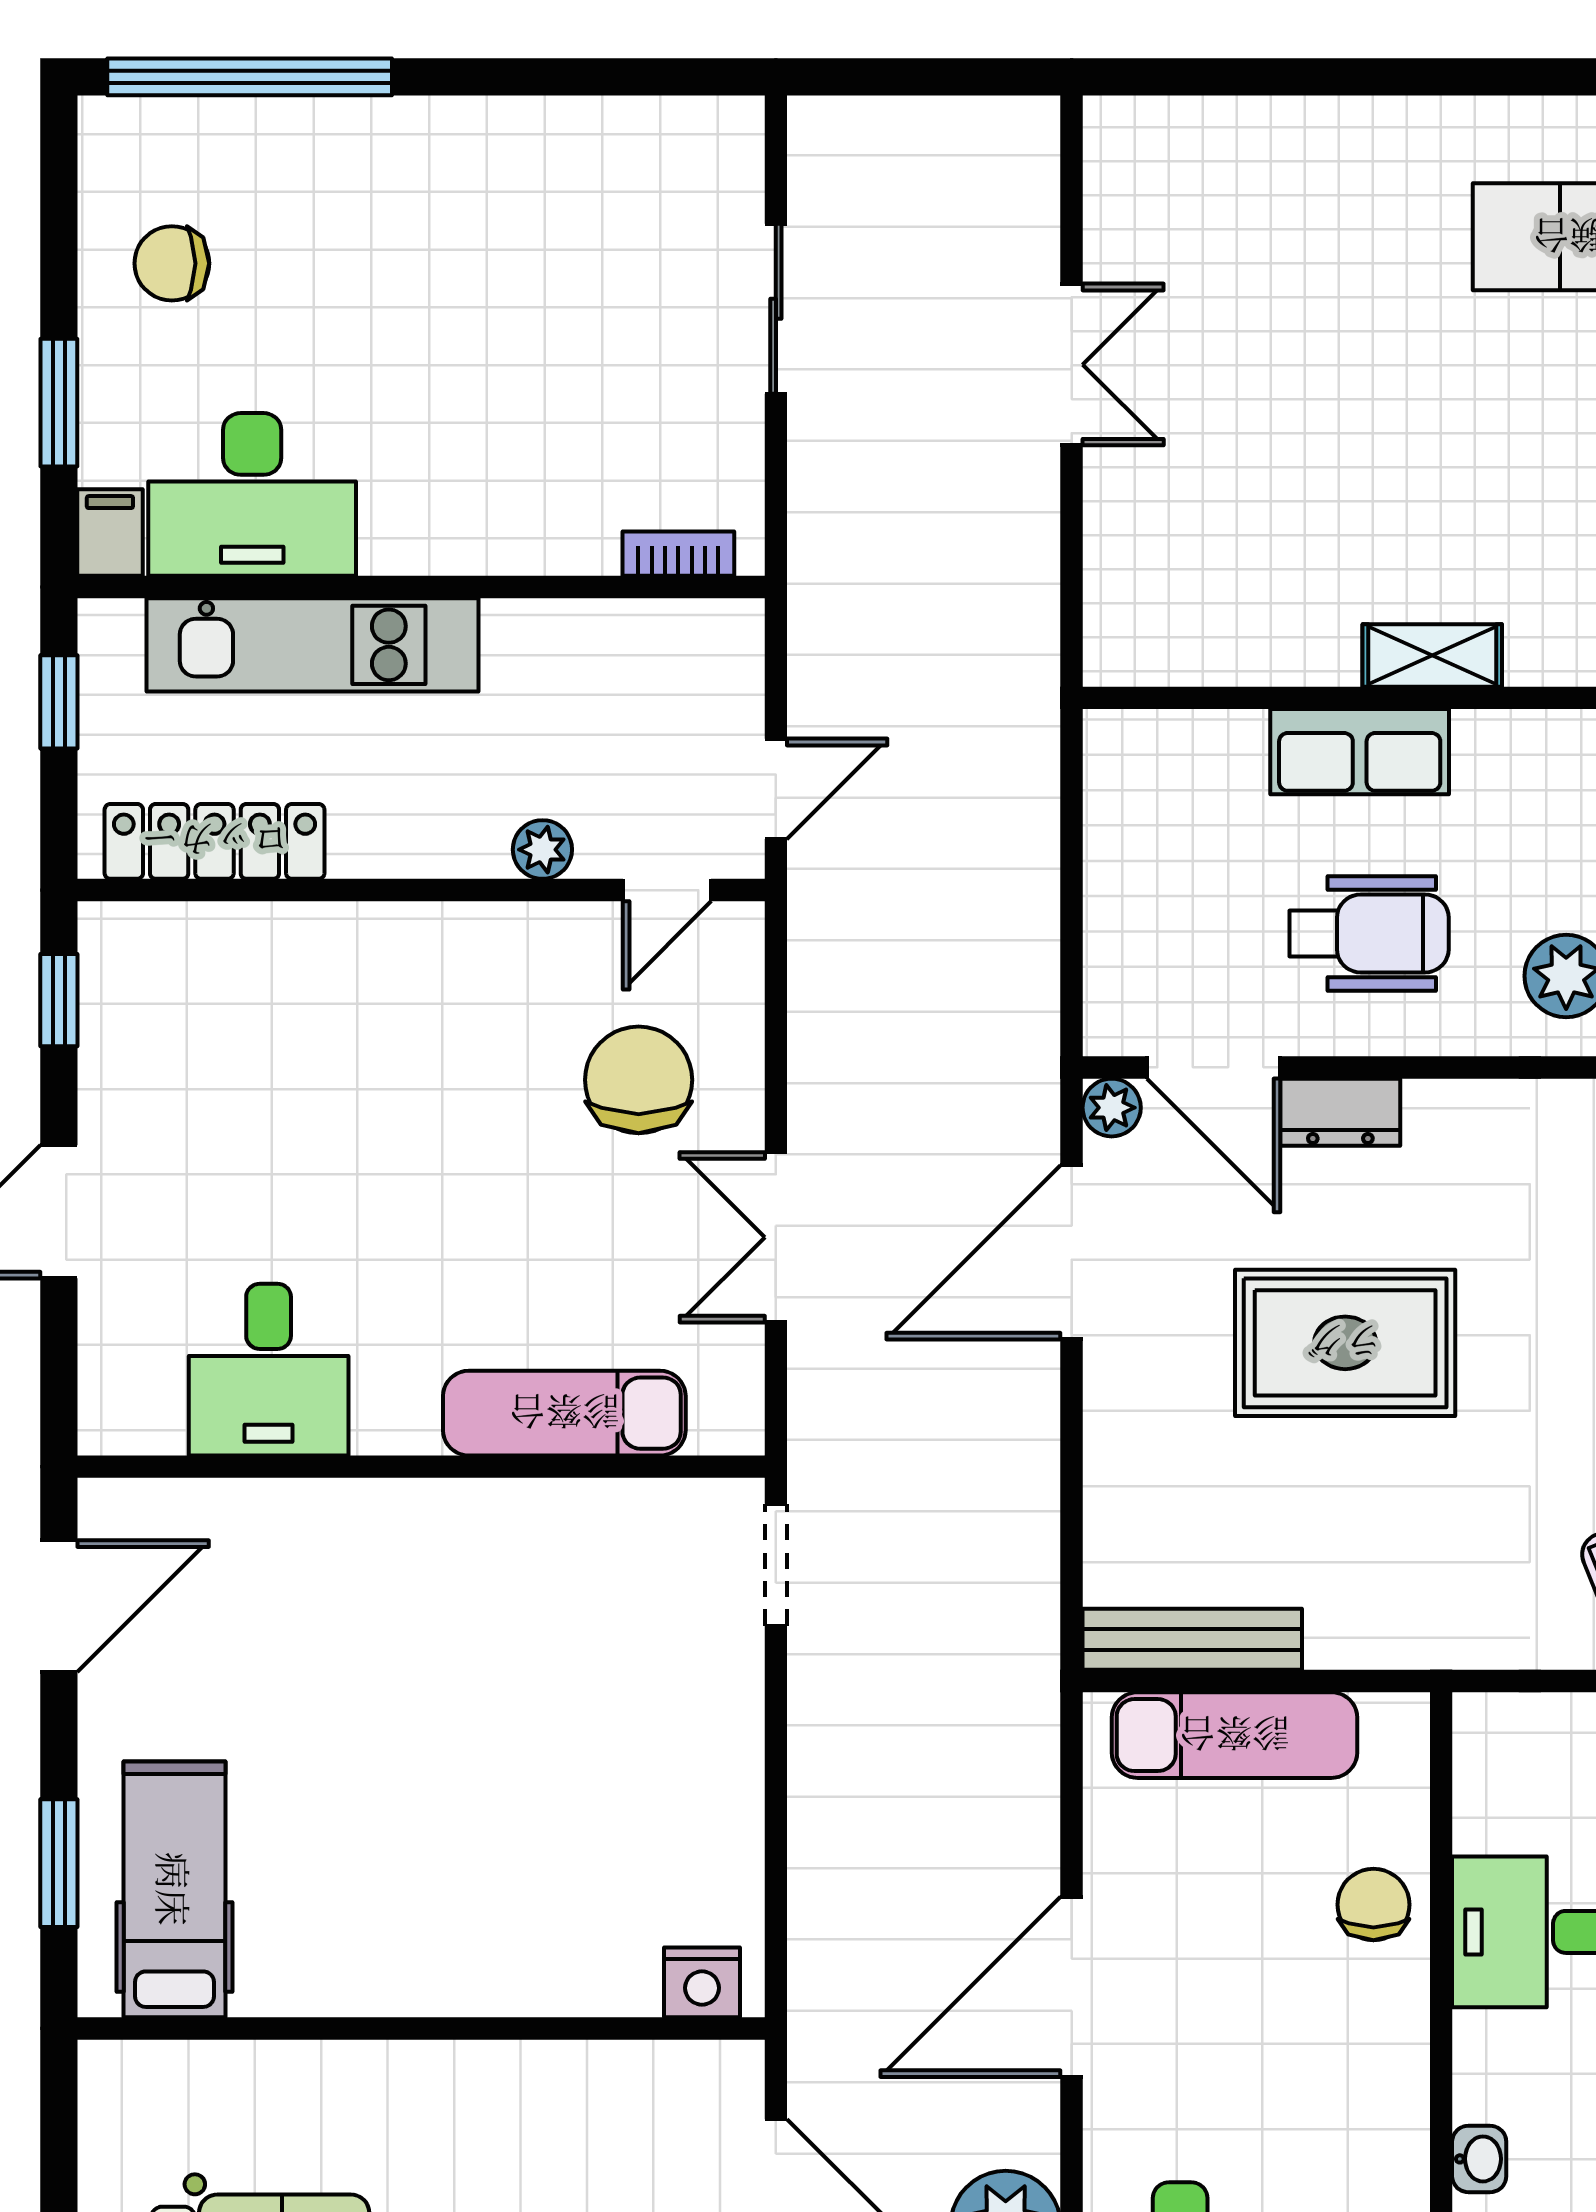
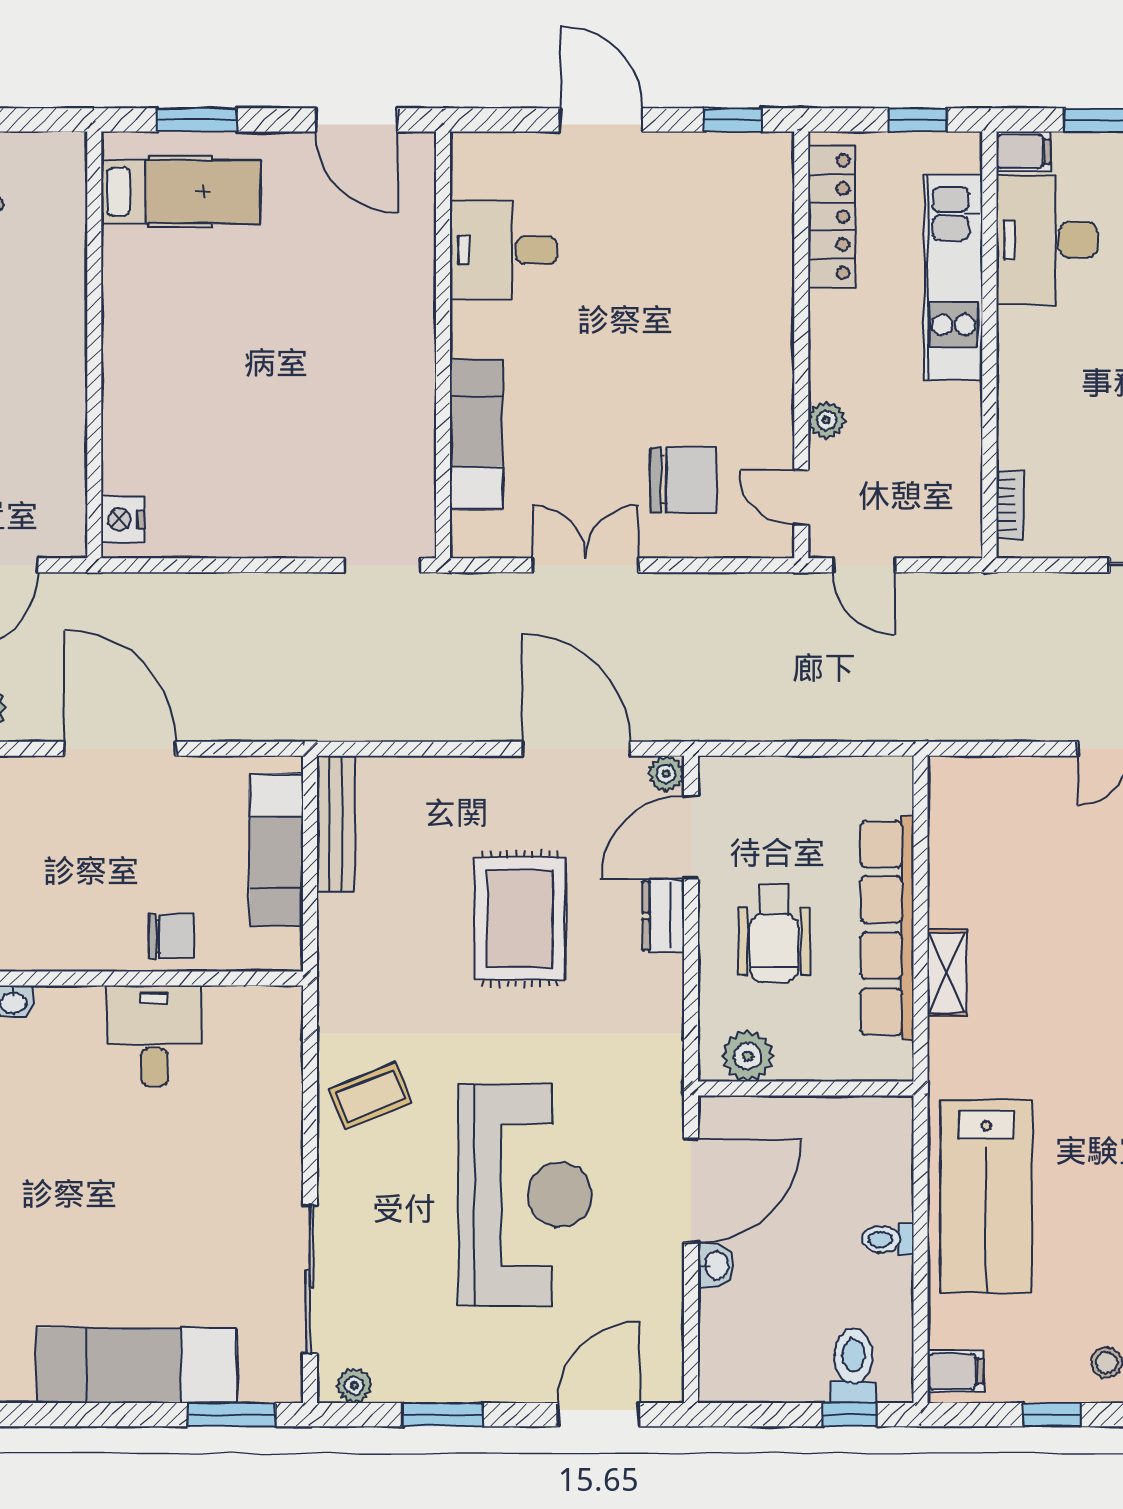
row of seats: (1360, 752) -> (887, 928), width x2.02

